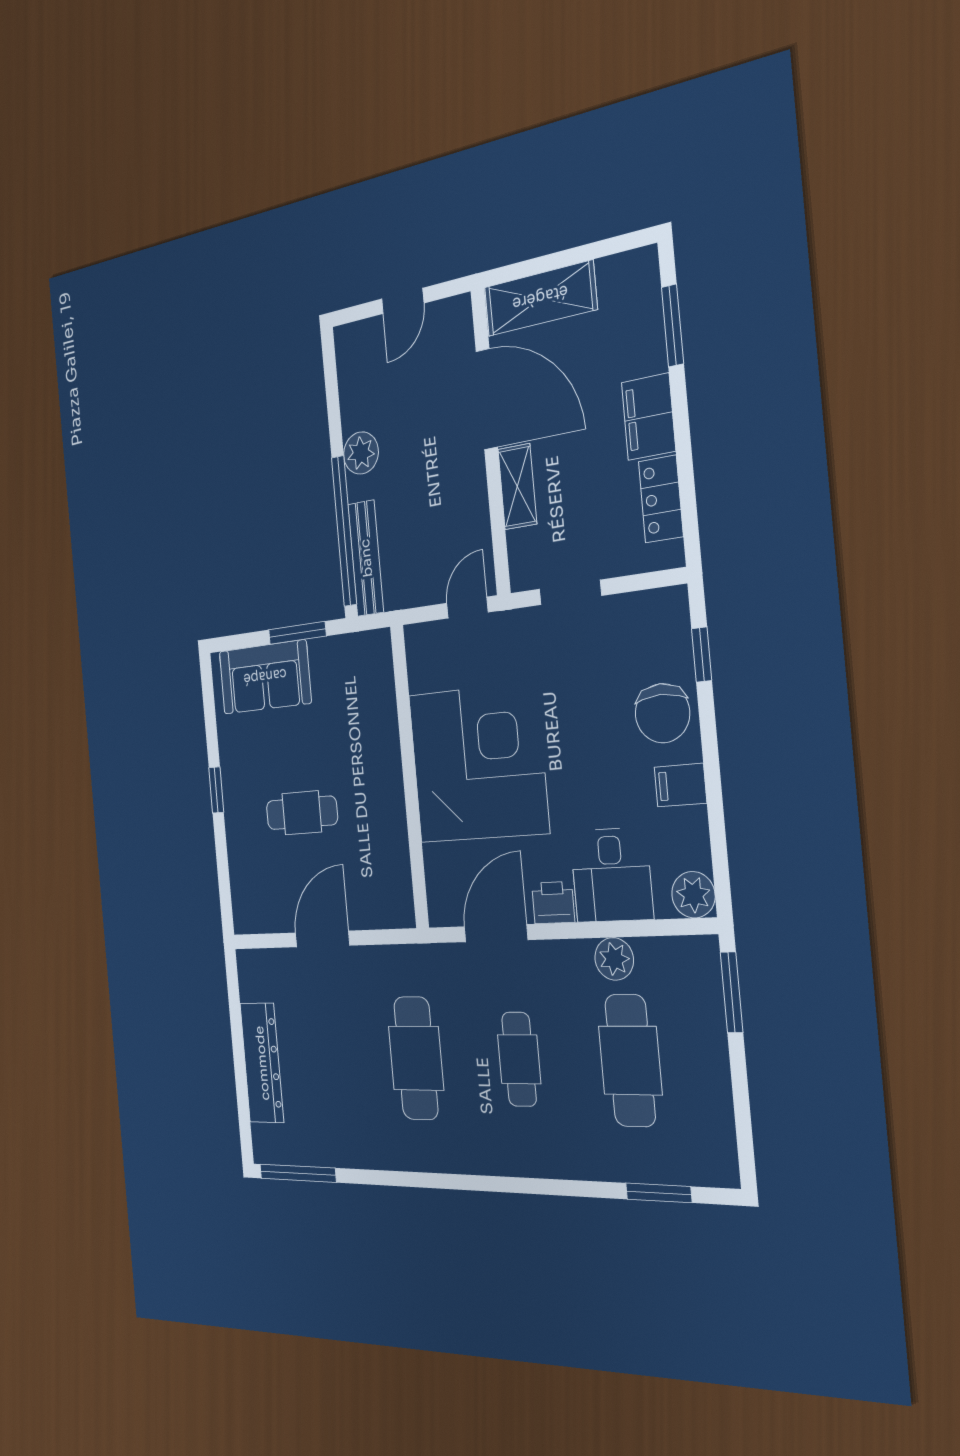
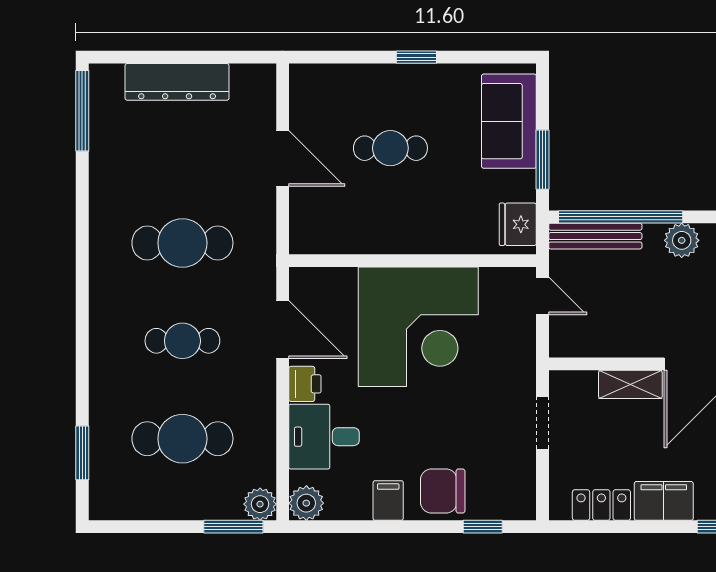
door: (467, 608) -> (542, 296), moved
fridge: (362, 653) -> (518, 224), added
cafe table: (302, 813) -> (390, 148), turned 90
plant: (614, 959) -> (260, 504), moved

